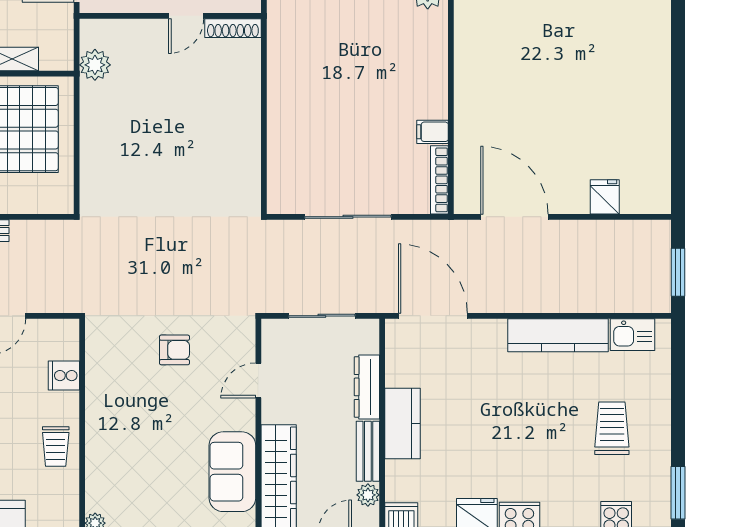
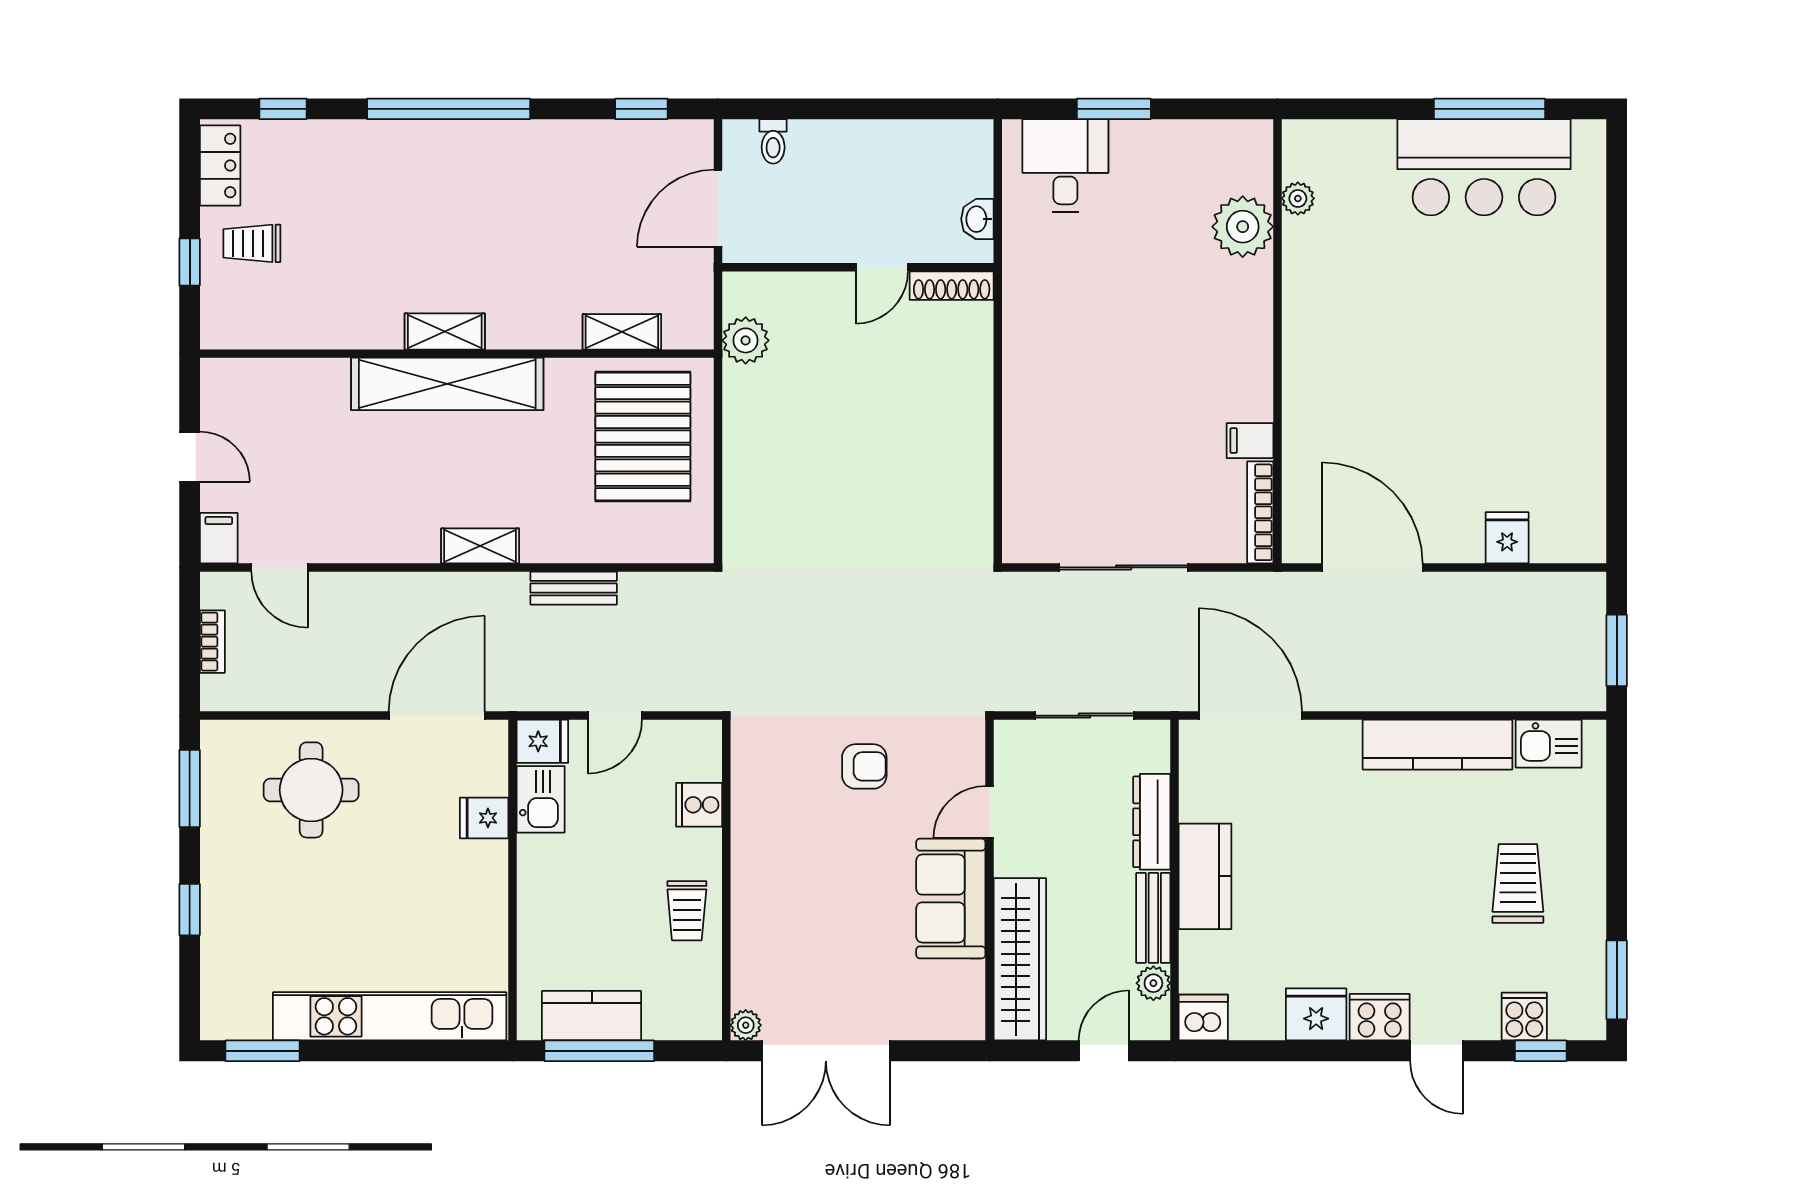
sofa: (232, 472) -> (951, 899), moved

